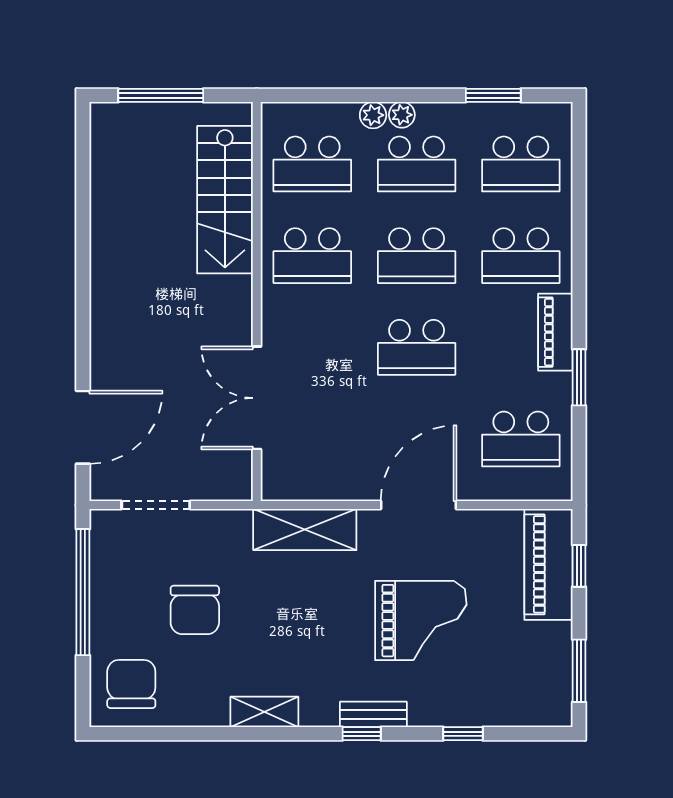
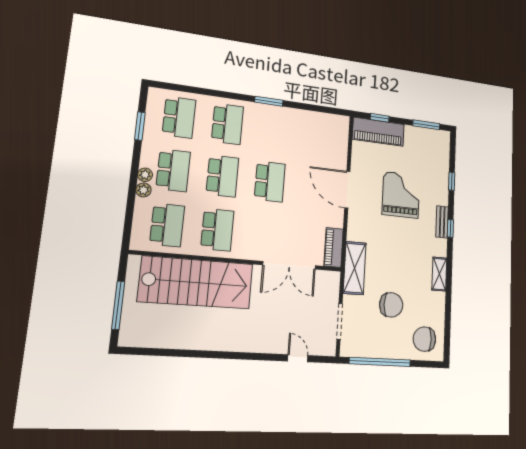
stairs: (225, 200) -> (196, 283), width x1.36, depth x1.51
piano: (555, 332) -> (334, 247), moved, turned 90
window: (579, 377) -> (269, 101), moved
door: (83, 427) -> (298, 358), width x0.53
school desk: (521, 439) -> (319, 136), removed
shelving: (305, 529) -> (355, 268), moved

